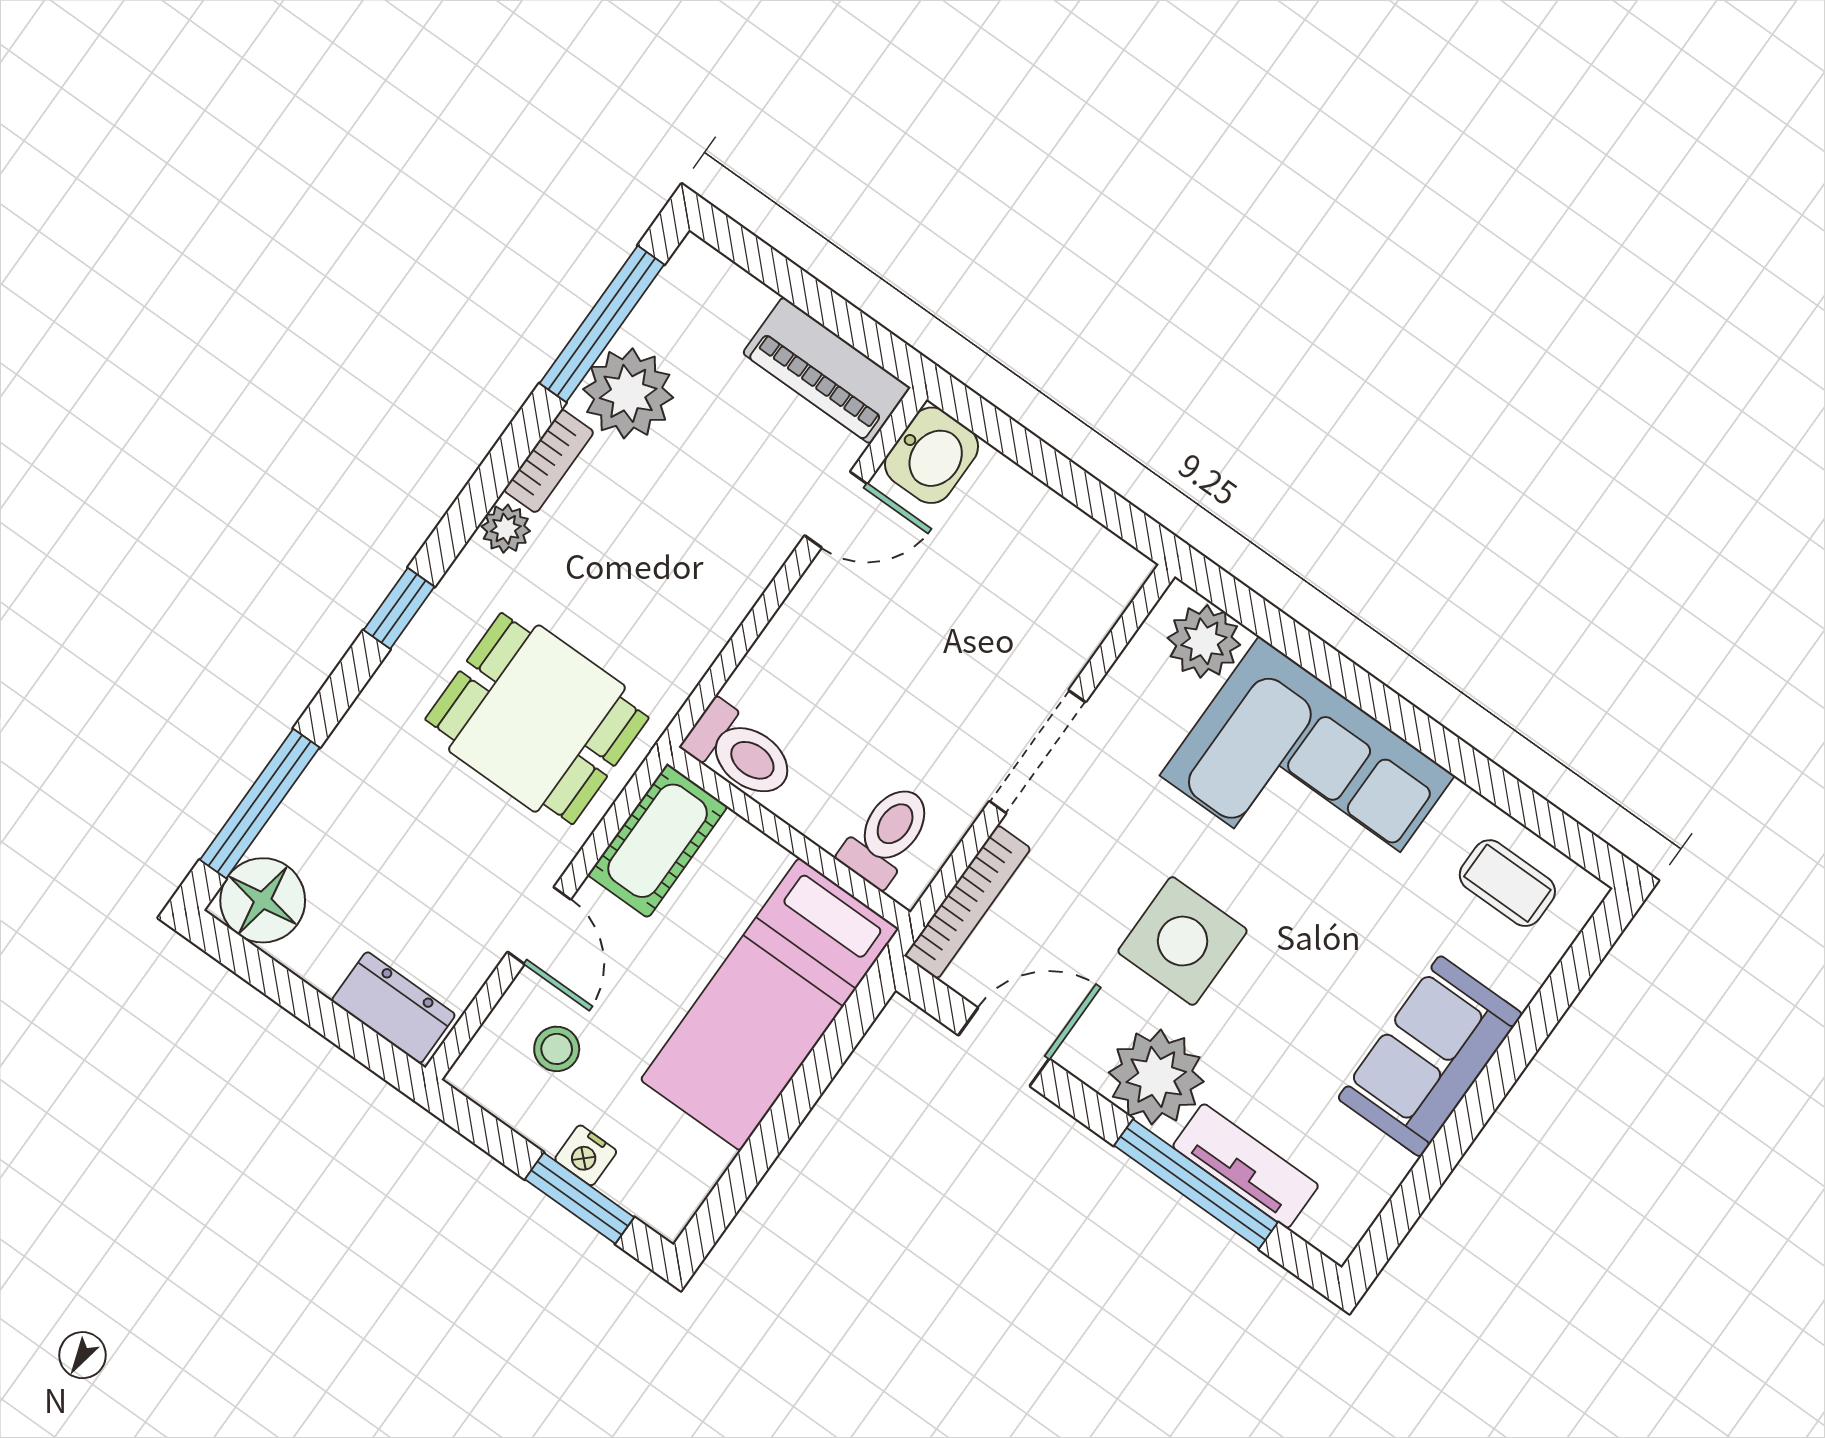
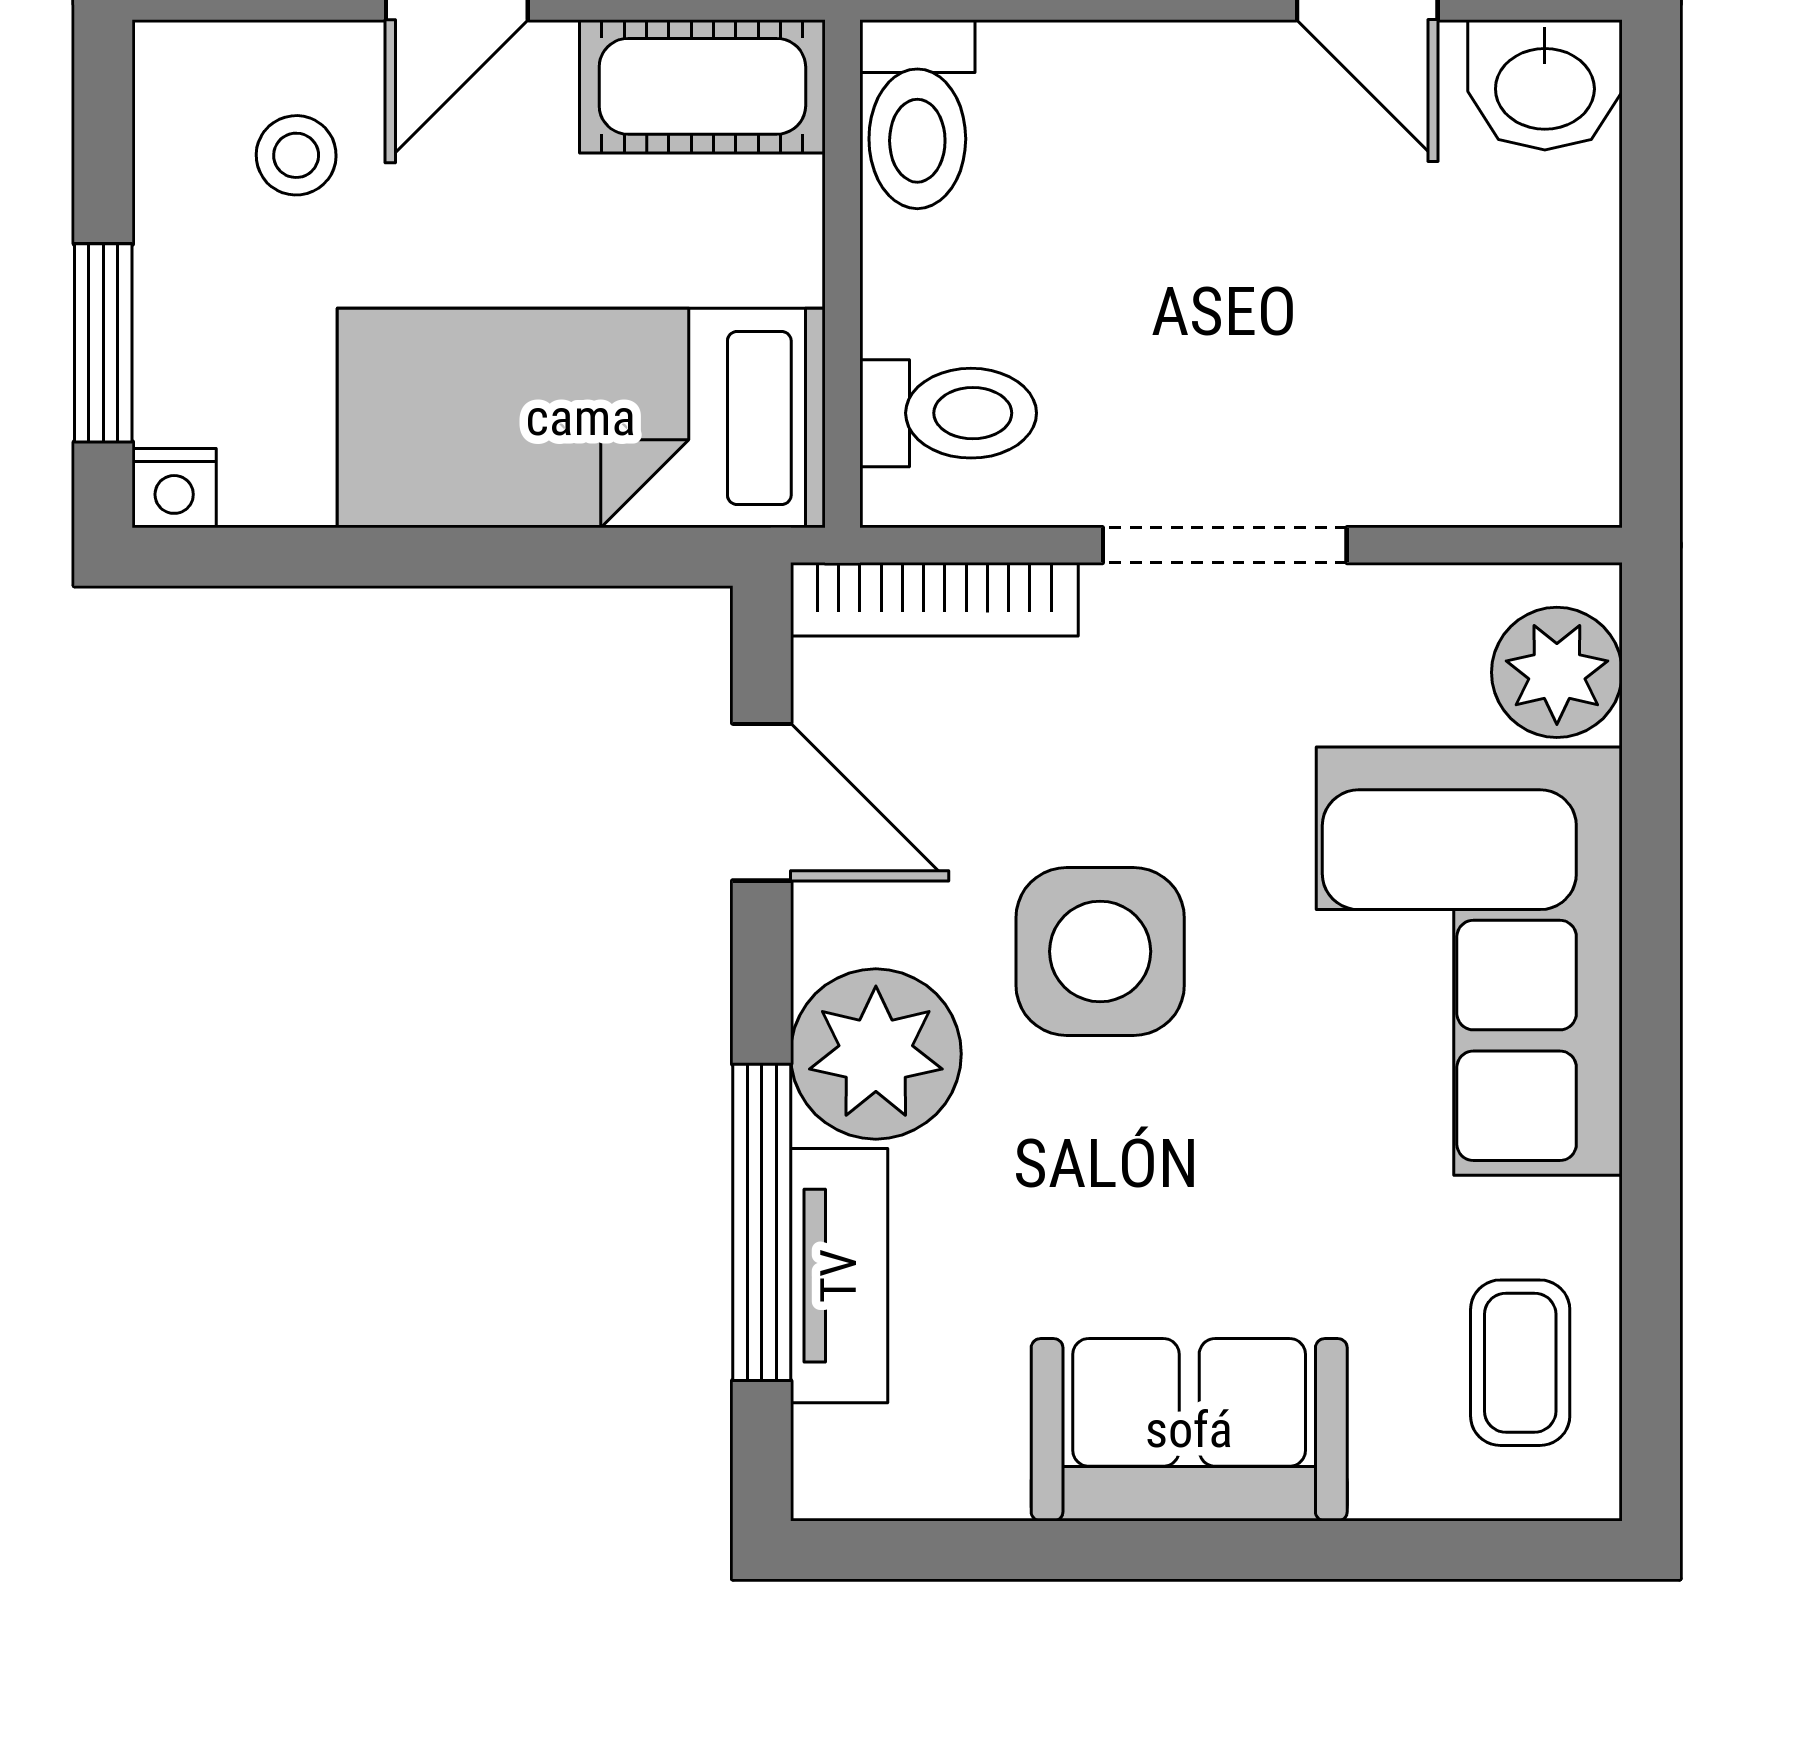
nightstand: (586, 1155) -> (174, 488), moved, turned -90

